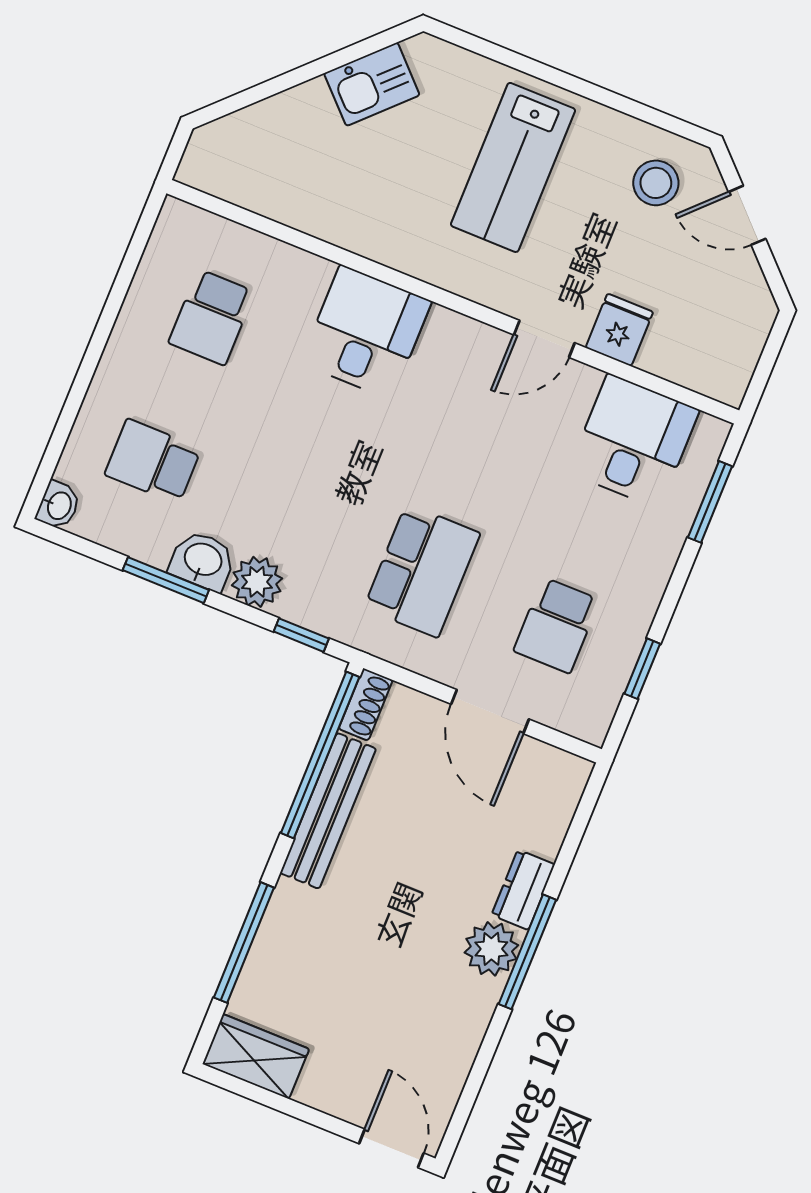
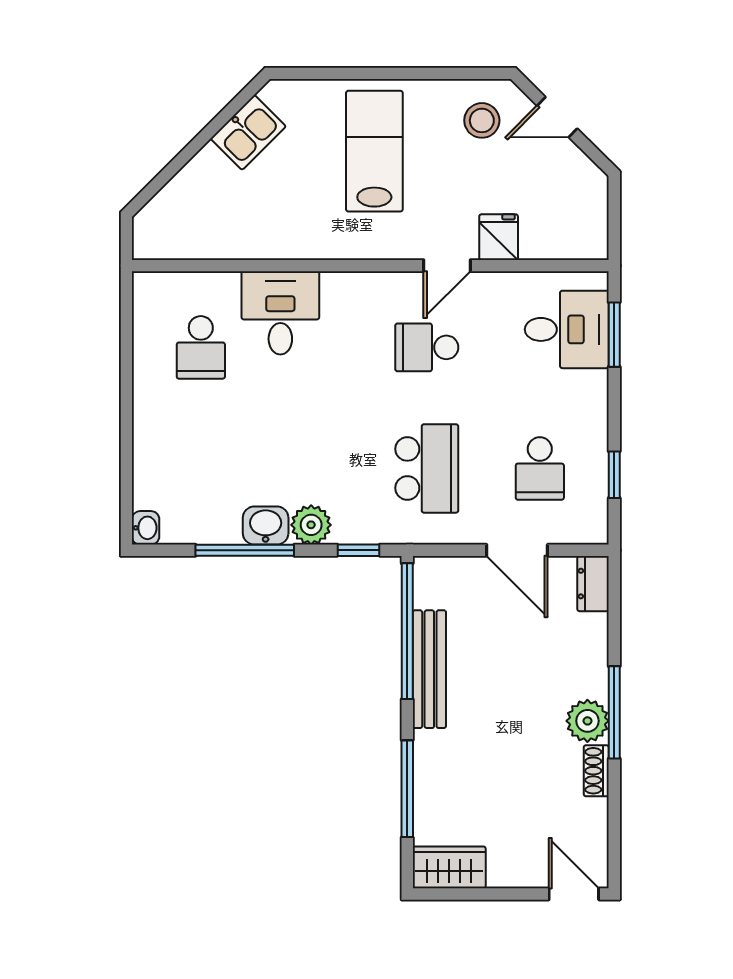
lab bench: (513, 167) -> (374, 151), turned 180
desk: (366, 332) -> (280, 313), moved
desk: (634, 441) -> (567, 329), moved, turned 90
school desk: (153, 461) -> (427, 347), moved
window: (166, 580) -> (245, 550), width x1.44
shoe rack: (366, 704) -> (596, 771), moved, turned 180
dresser: (523, 890) -> (593, 584), moved

